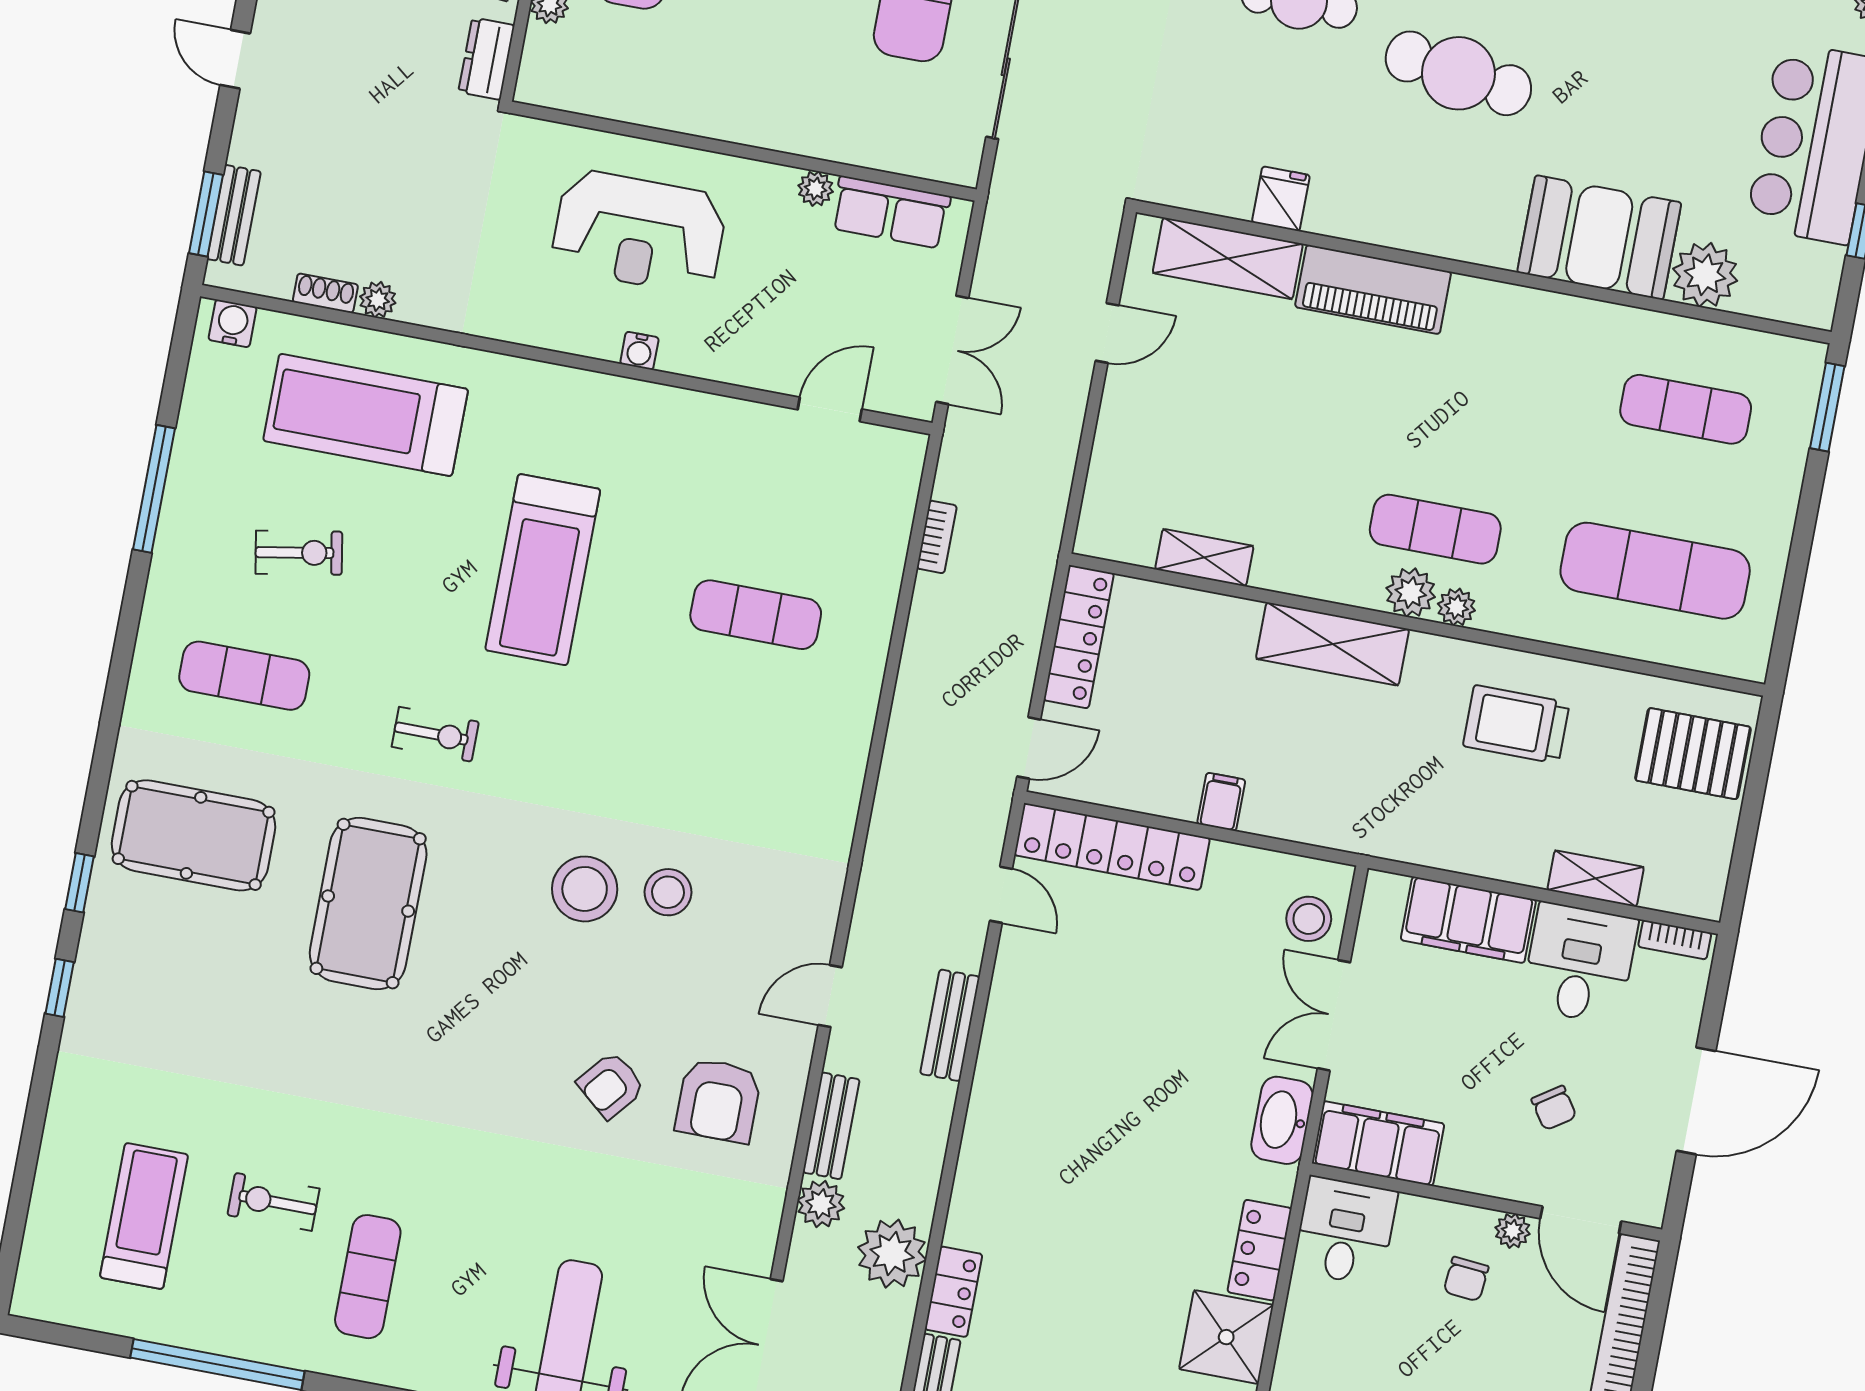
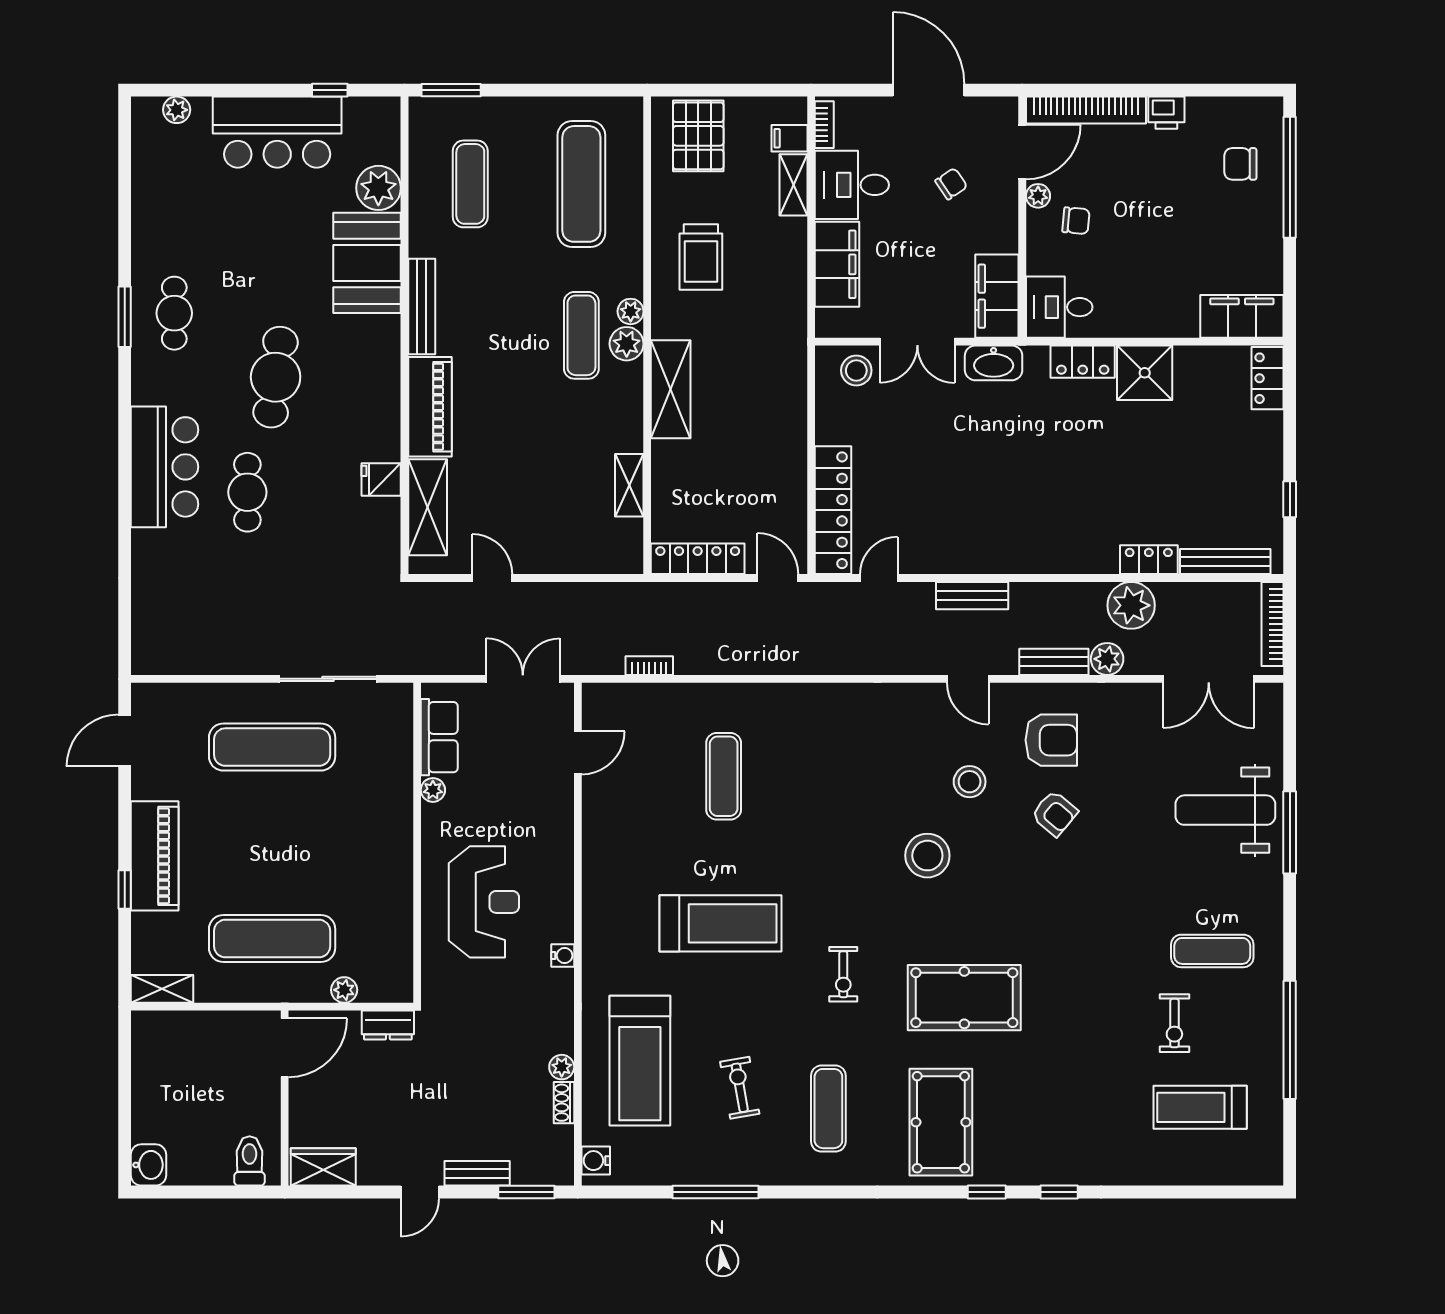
bench: (234, 215) -> (477, 1173), moved
bench: (1521, 305) -> (422, 306), added
water cooler: (639, 351) -> (563, 956), moved
door: (830, 409) -> (578, 753), swing flipped
exercise bike: (435, 734) -> (843, 974), turned 180
filing cabinet: (1221, 802) -> (789, 138), moved
stool: (668, 892) -> (970, 782), moved

